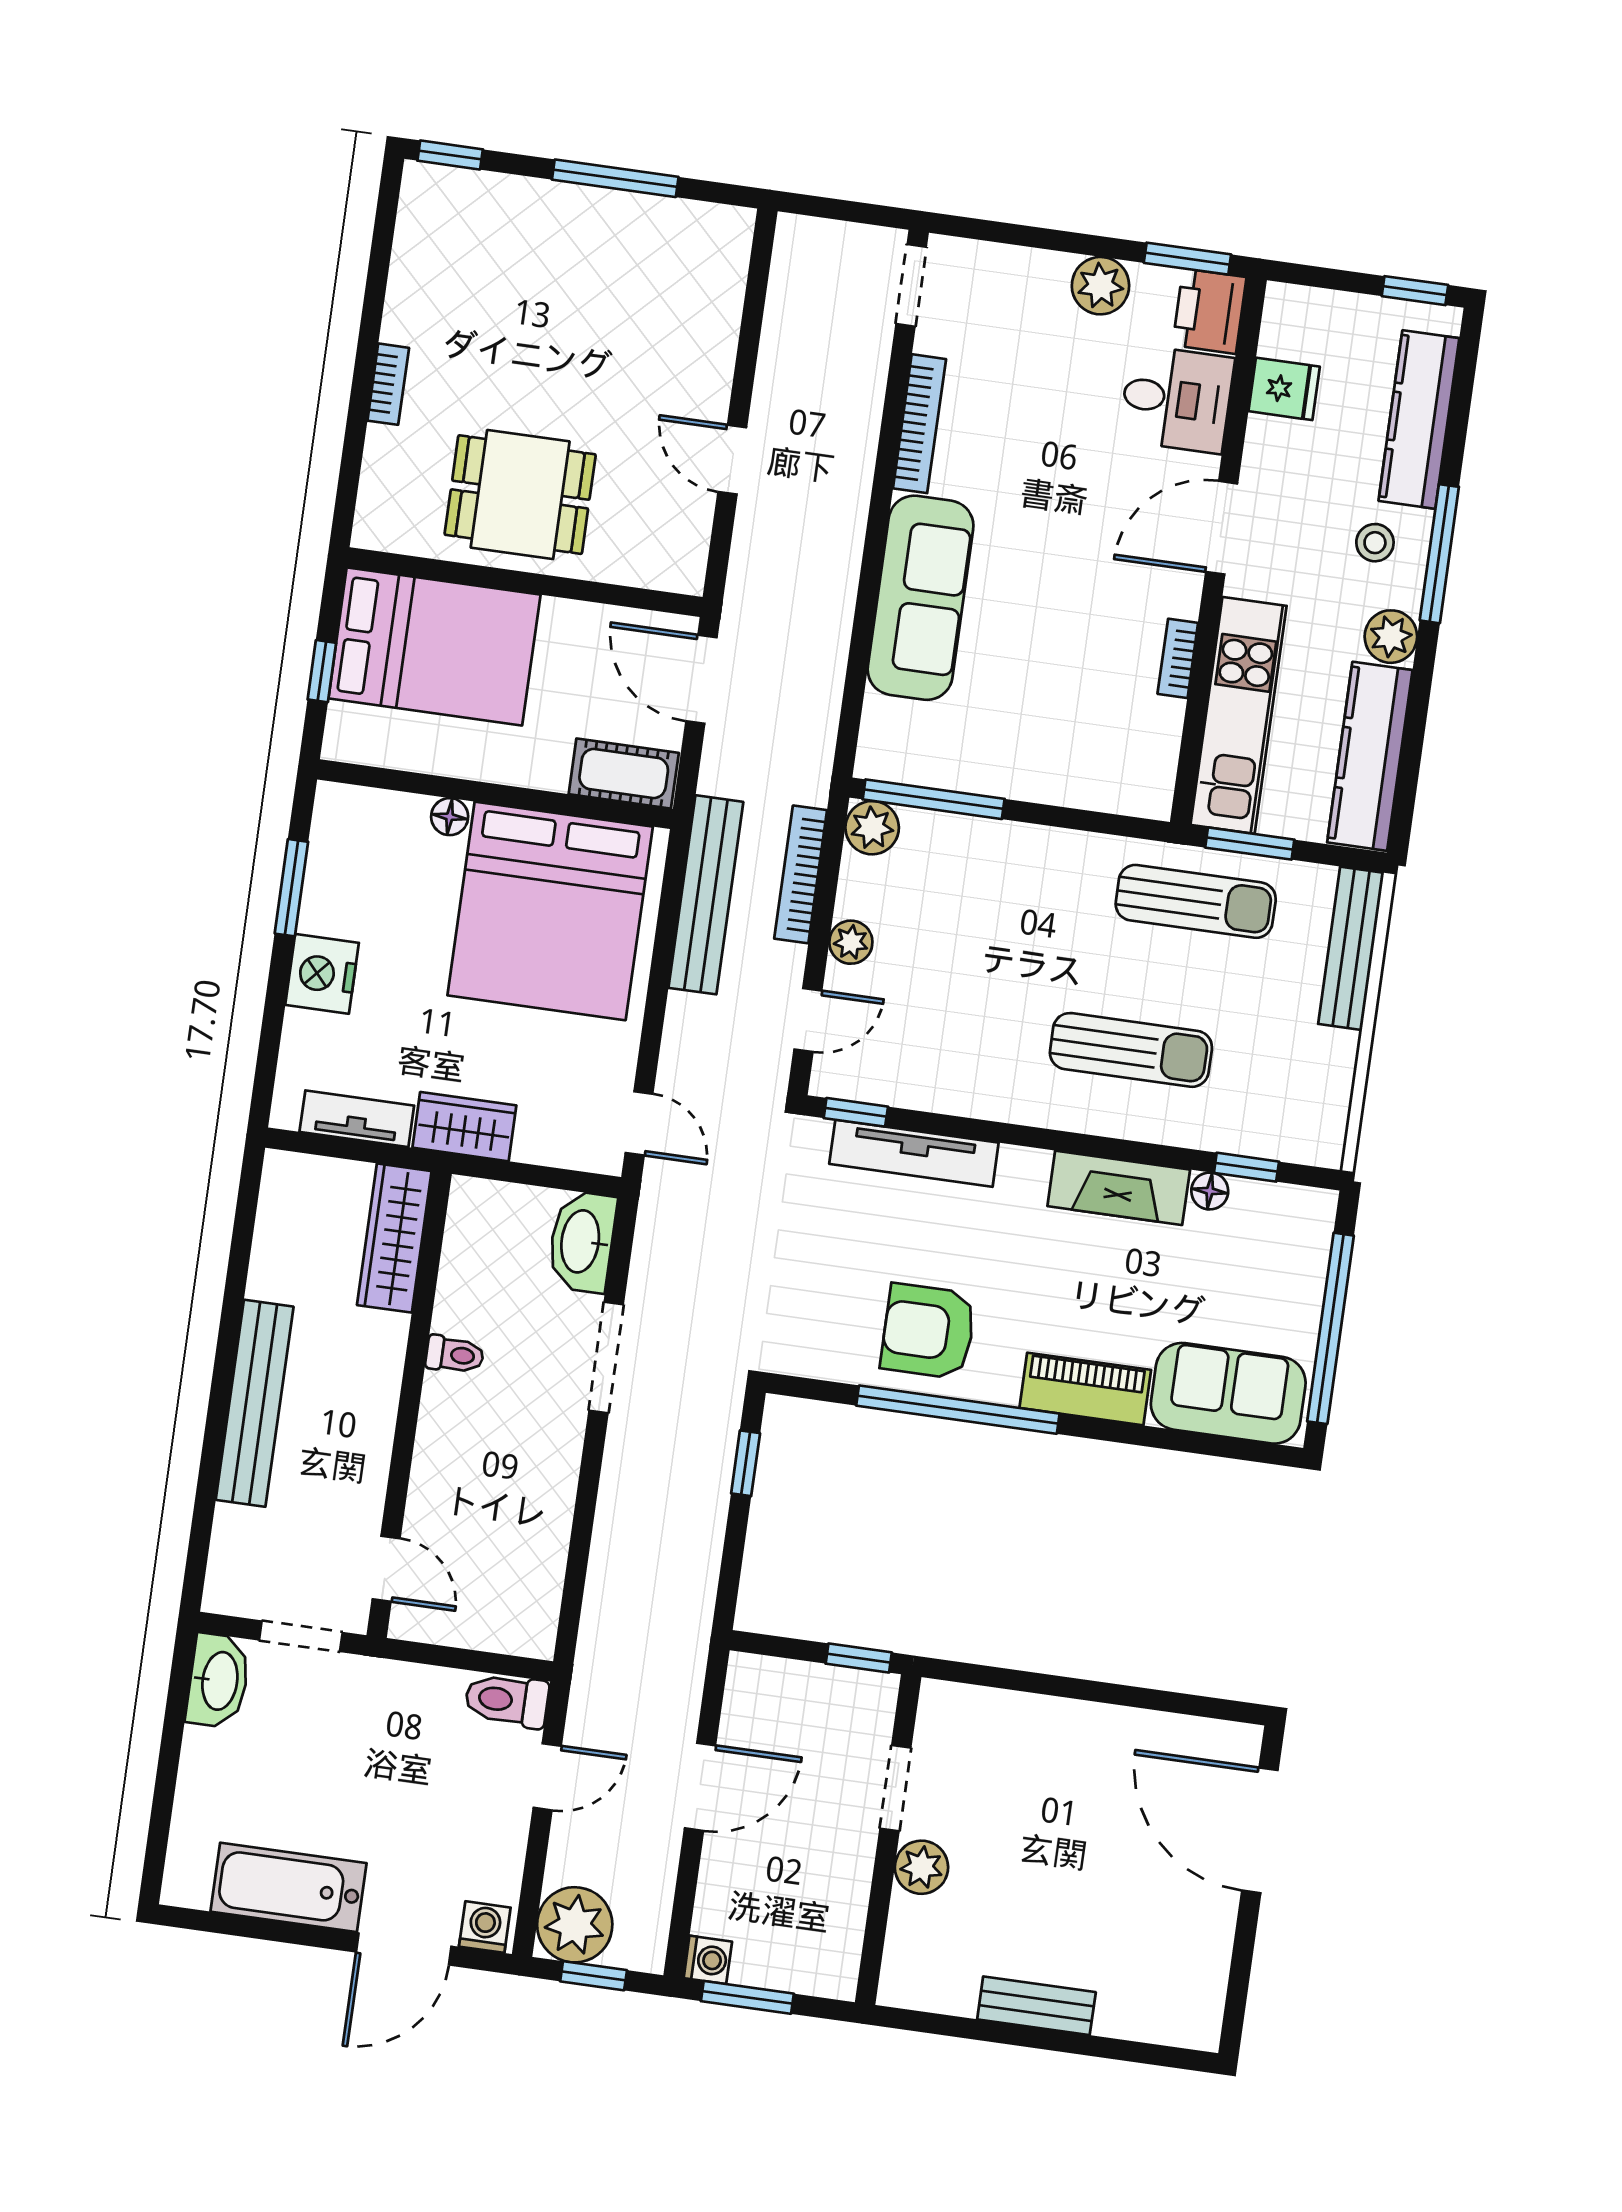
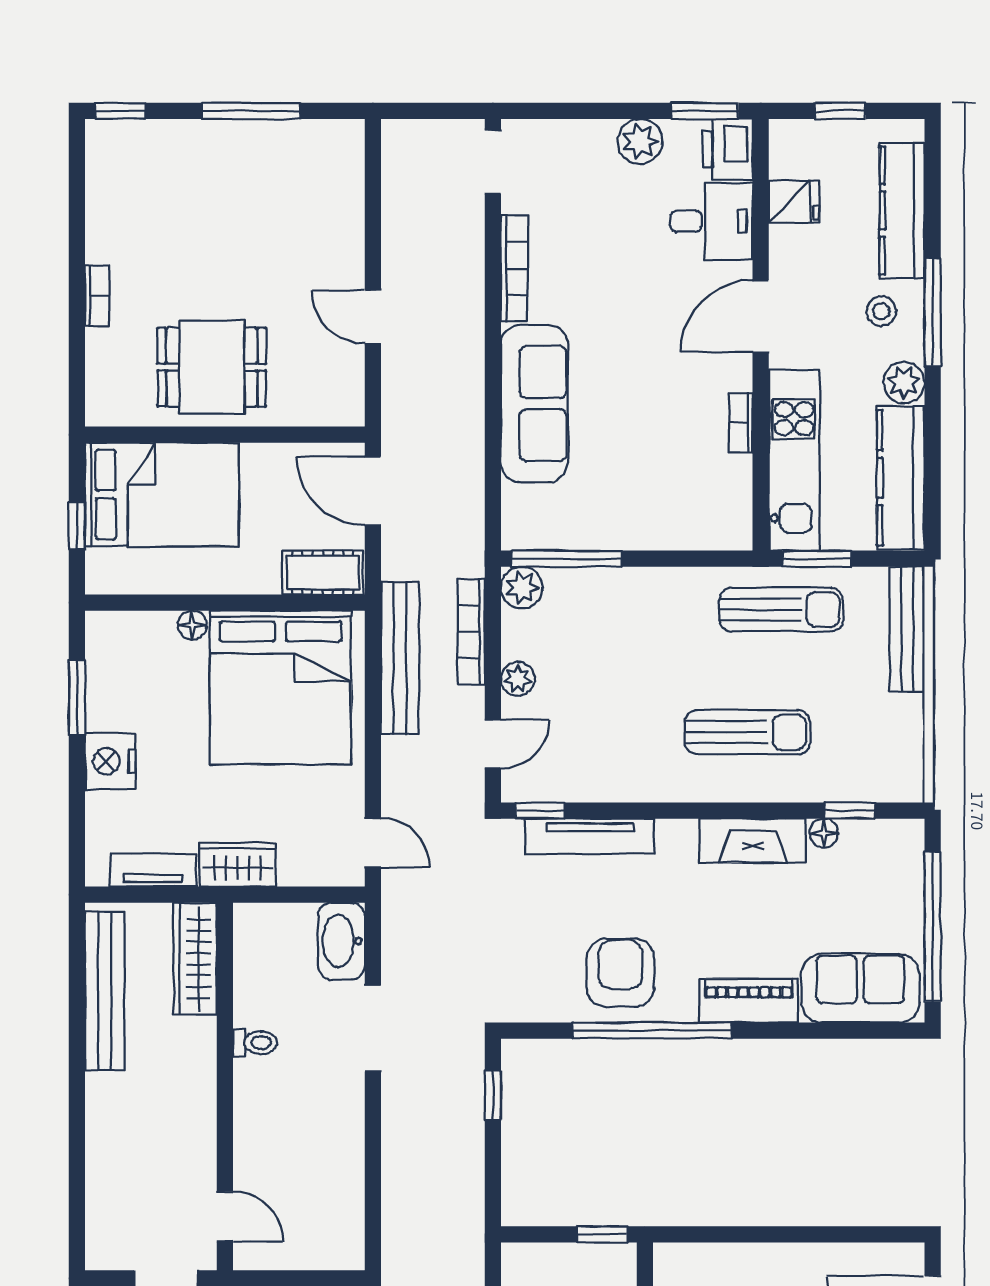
window: (1415, 291) -> (840, 111), moved
armchair: (928, 1331) -> (620, 973), turned 90
bench: (255, 1403) -> (105, 991), moved

